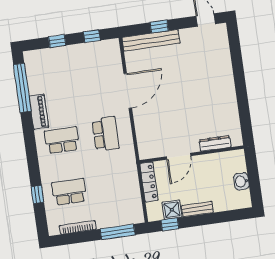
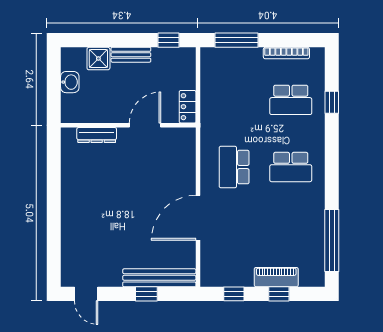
piano: (39, 112) -> (276, 277), moved, turned 90
locker: (149, 182) -> (188, 107), width x0.66
shower: (172, 210) -> (98, 59), moved

